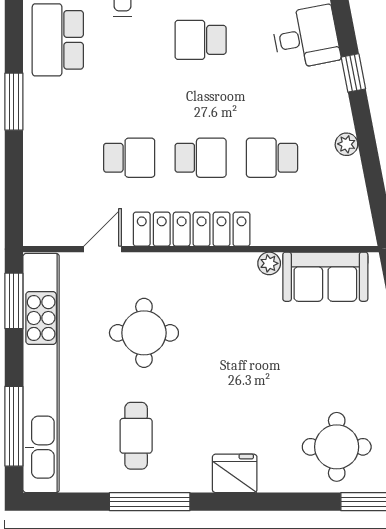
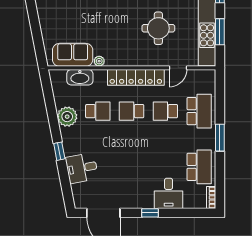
school desk: (201, 40) -> (199, 111), moved, width x1.85
plant: (346, 144) -> (67, 117), width x1.88, depth x1.88
washbasin: (310, 229) -> (80, 77), added
window: (14, 301) -> (220, 32), moved

